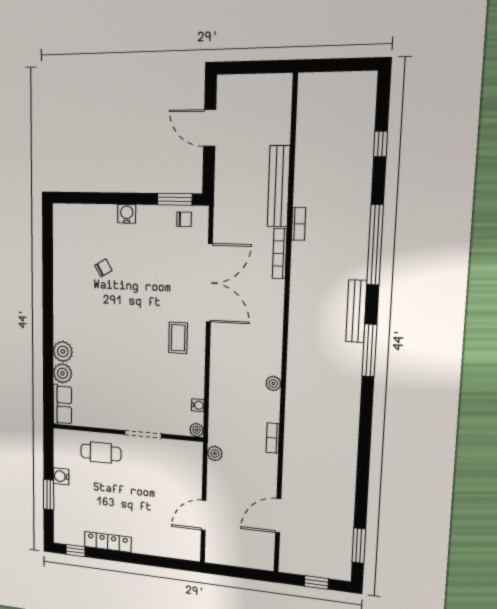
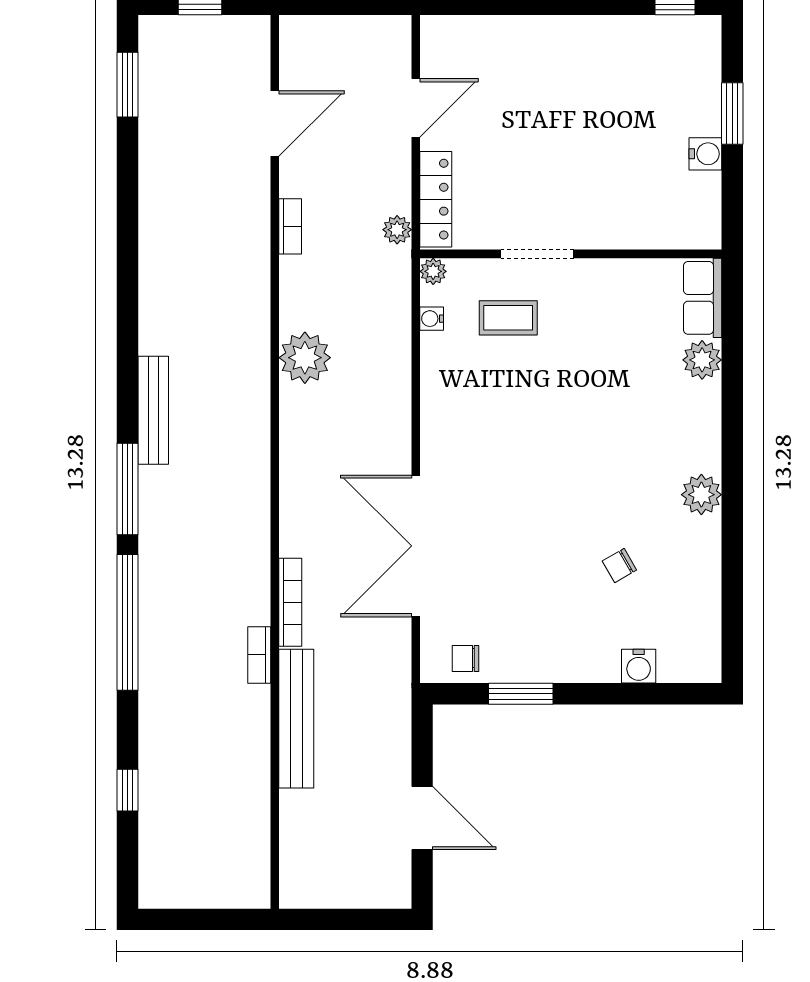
window: (175, 199) -> (521, 694), moved
water cooler: (127, 214) -> (639, 666), moved
bench: (356, 311) -> (153, 410), moved
coffee table: (178, 338) -> (508, 318), moved, turned 90
window: (369, 350) -> (127, 489), moved
plant: (63, 351) -> (701, 495), moved
plant: (273, 383) -> (305, 358), width x1.88, depth x1.88
bookcase: (273, 438) -> (290, 226), moved
cafe table: (101, 453) -> (623, 210), removed
locker: (108, 542) -> (436, 199), moved, turned -90

